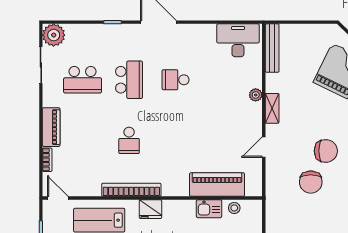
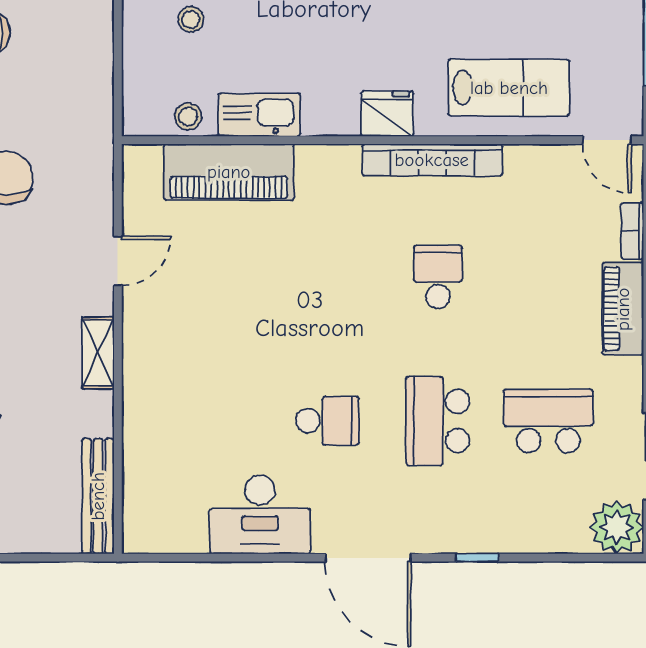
desk: (238, 40) -> (260, 515), moved
plant: (256, 95) -> (137, 385), removed
kitchen sink: (209, 209) -> (259, 115), width x1.38

